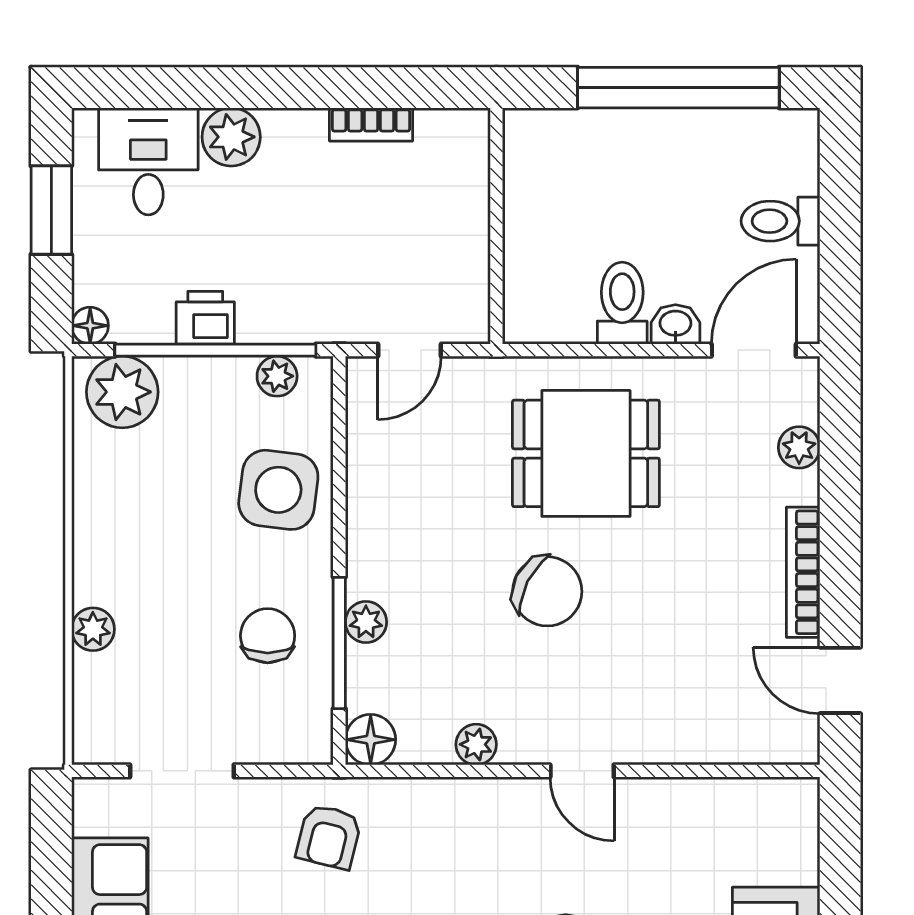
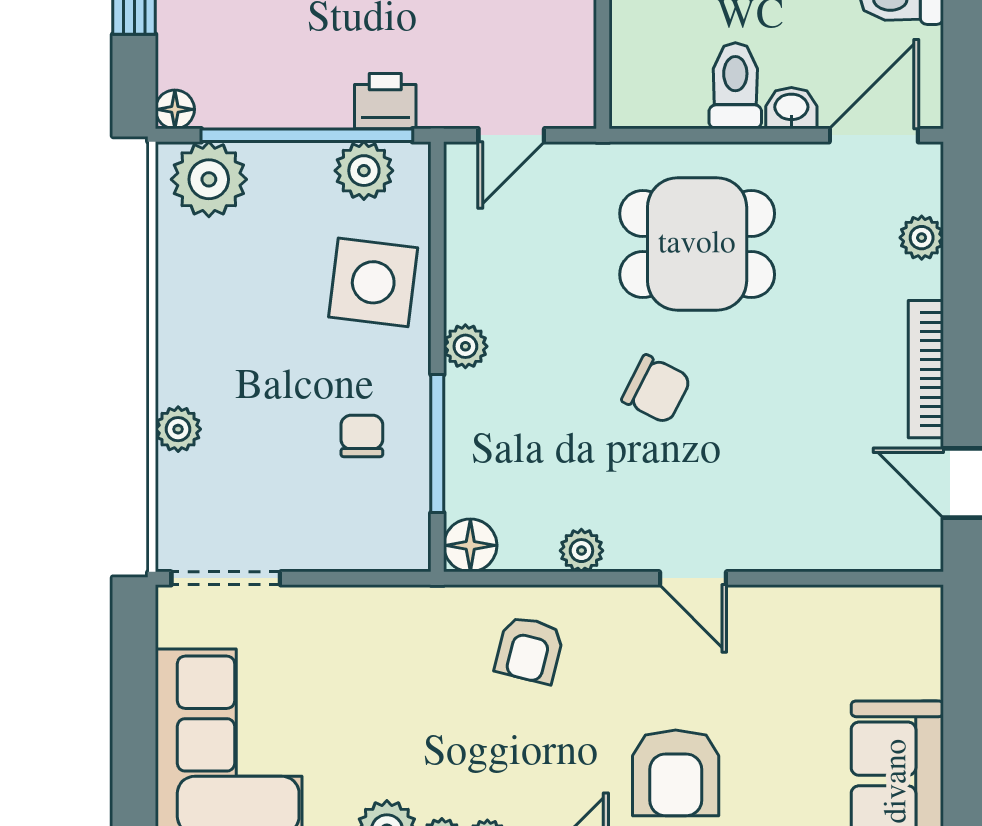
printer: (205, 318) -> (385, 101), moved
plant: (277, 376) -> (364, 171), width x1.38, depth x1.38
chair: (547, 591) -> (656, 389), width x0.73, depth x0.73
plant: (366, 622) -> (465, 346), moved
chair: (268, 636) -> (362, 436), width x0.73, depth x0.73
doorway: (182, 771) -> (226, 578), moved
armchair: (329, 837) -> (529, 650), moved

